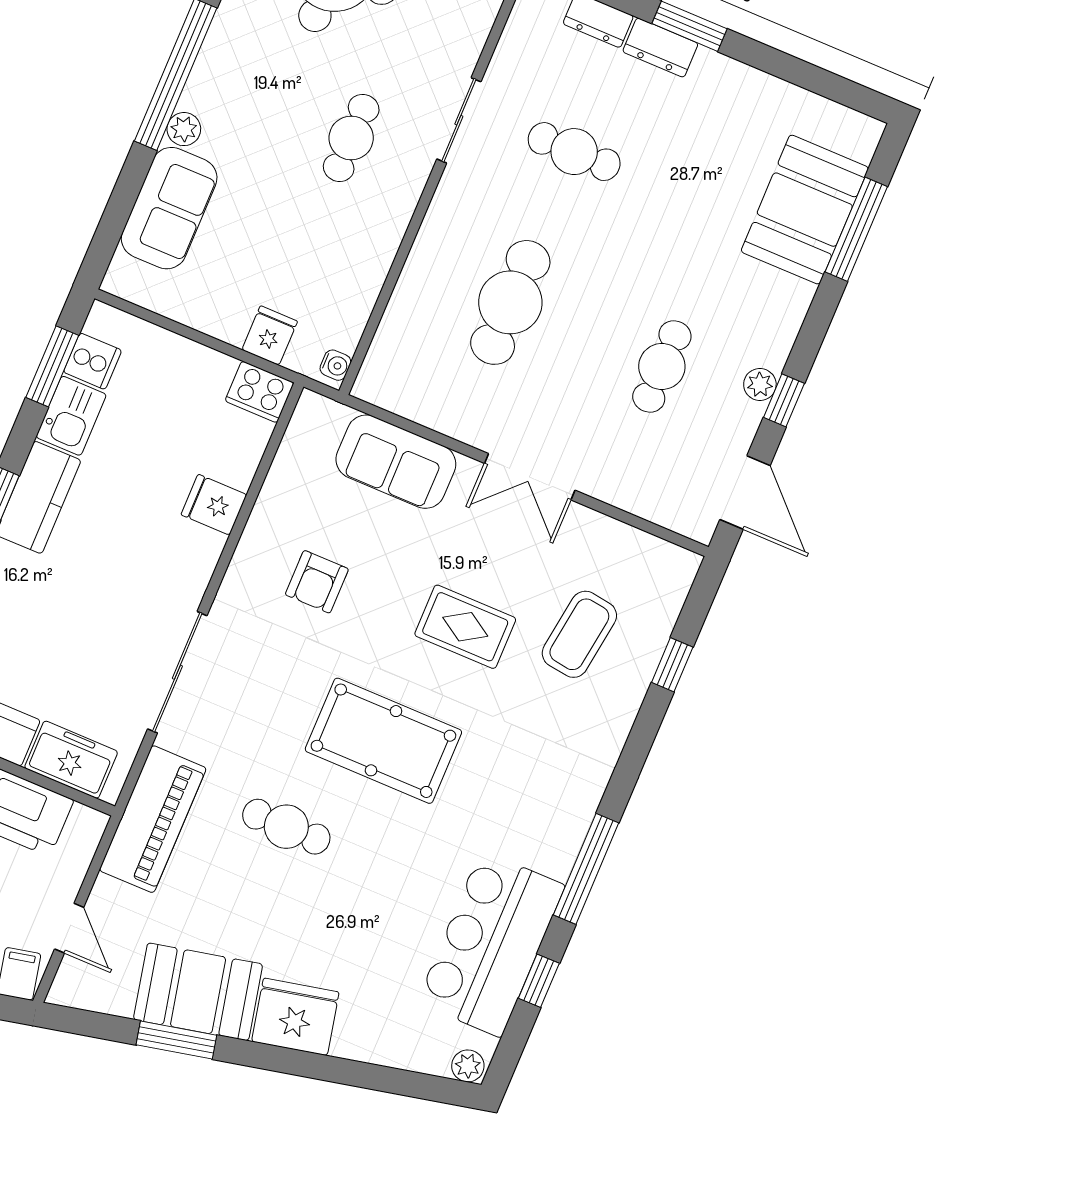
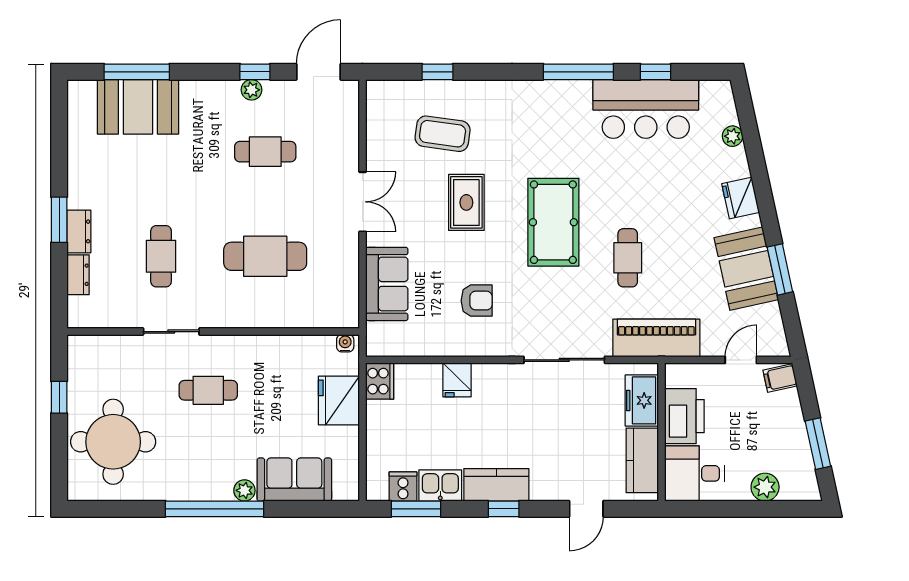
fridge: (270, 335) -> (339, 401), width x1.88, depth x1.34
fridge: (295, 1017) -> (741, 198), width x0.73, depth x0.75
plant: (468, 1066) -> (733, 136), moved

